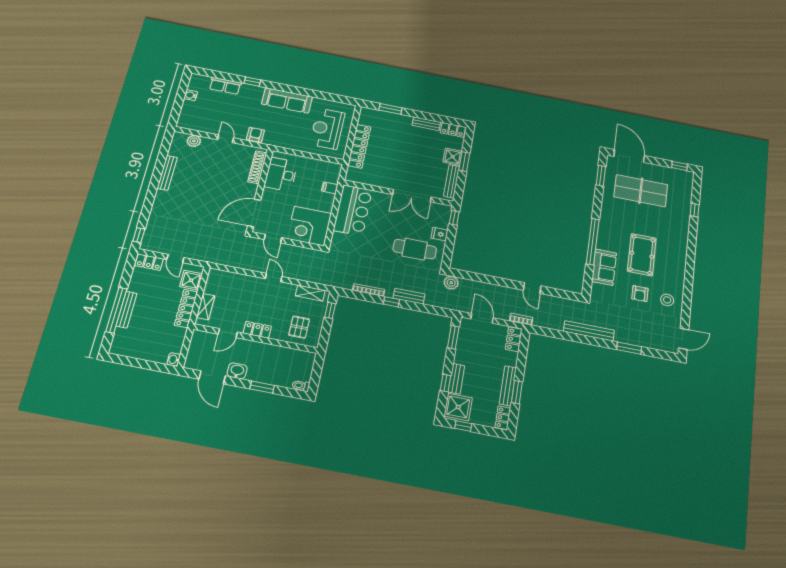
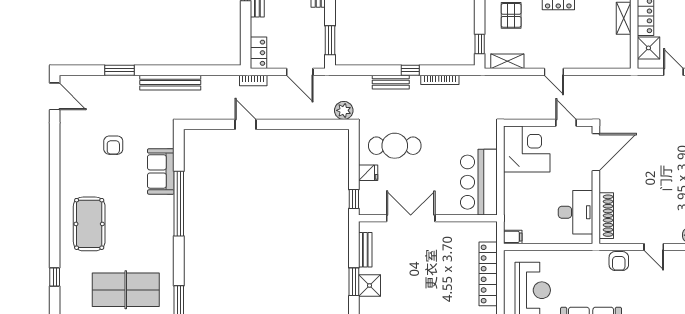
bench: (452, 181) -> (365, 250), width x0.73
filing cabinet: (330, 188) -> (513, 237), moved
pool table: (642, 255) -> (89, 224), moved
armchair: (640, 294) -> (113, 145), turned 180
stool: (667, 300) -> (79, 144), removed
door: (684, 339) -> (55, 96), swing flipped

